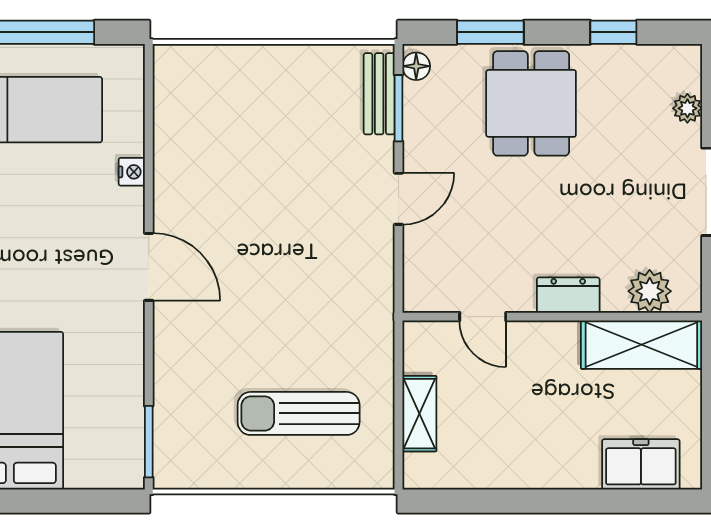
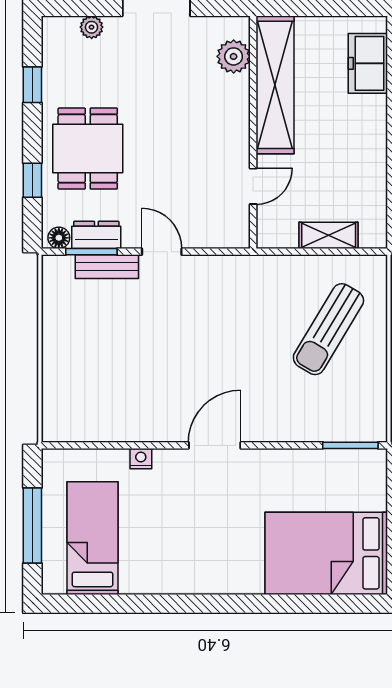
window: (490, 32) -> (32, 180), width x0.67
bench: (379, 94) -> (107, 267), moved
dining table: (531, 103) -> (88, 149), turned 90
dresser: (568, 295) -> (96, 235), moved, turned 90
shelving: (641, 345) -> (275, 85), width x1.47
sun lounger: (299, 413) -> (328, 329), turned 31

